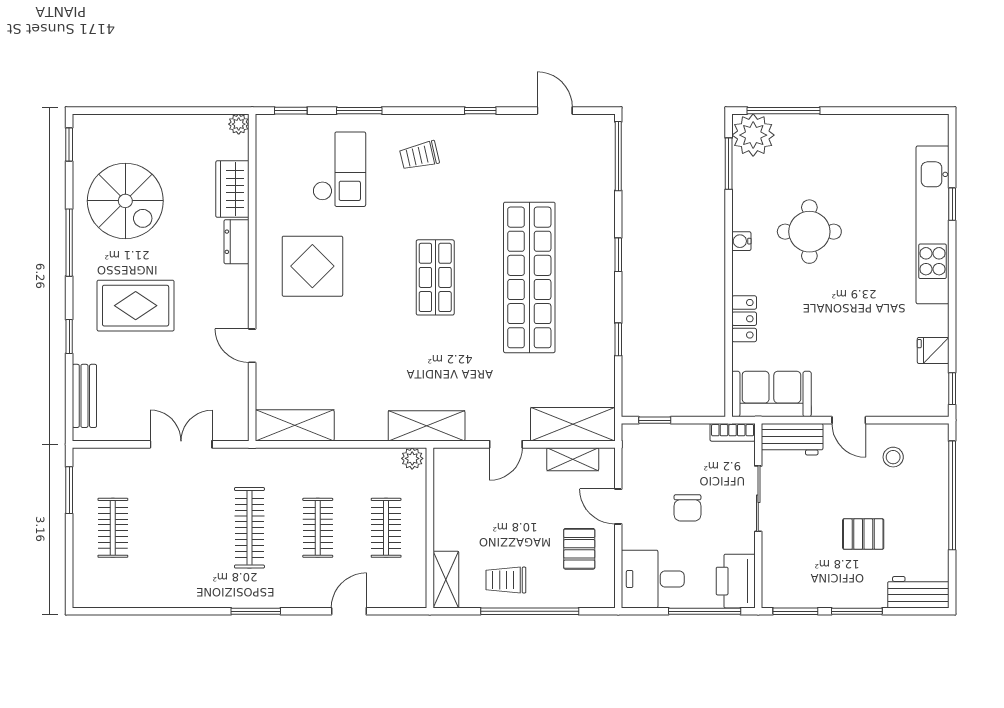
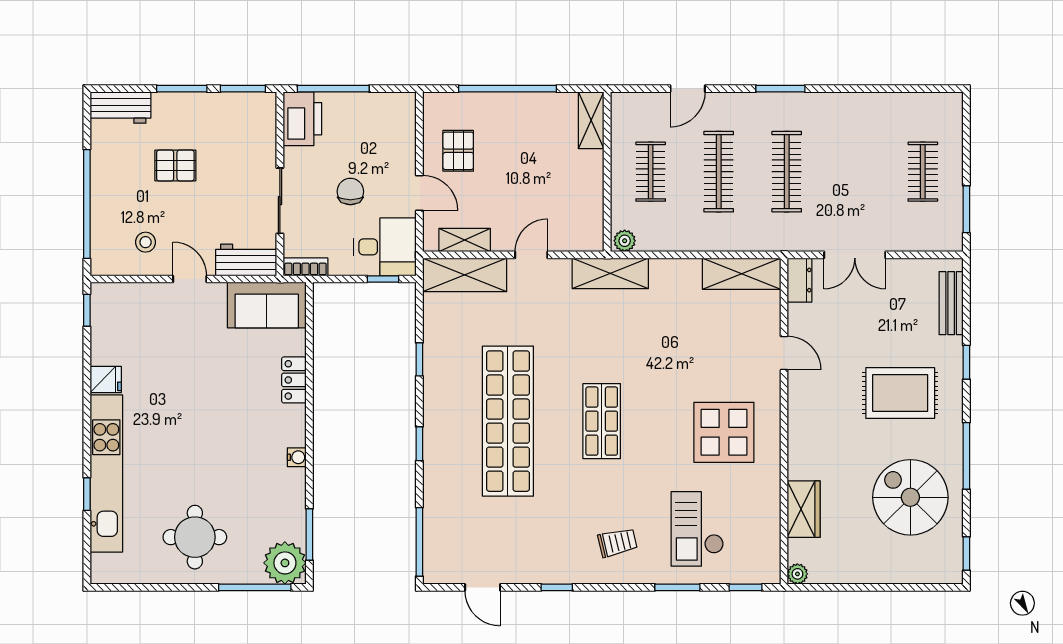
round table: (809, 232) -> (195, 537), moved
dresser: (236, 242) -> (800, 280), moved
fridge: (933, 350) -> (106, 379), moved
clothes rail: (318, 528) -> (719, 172), width x1.36
desk: (653, 579) -> (385, 247), moved
trolley: (506, 580) -> (531, 120), removed

